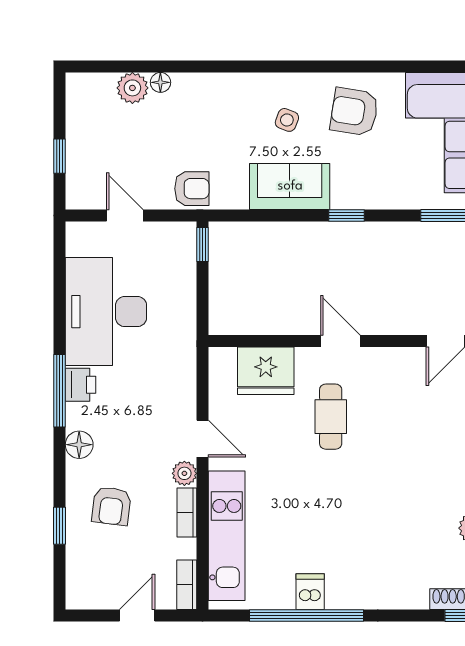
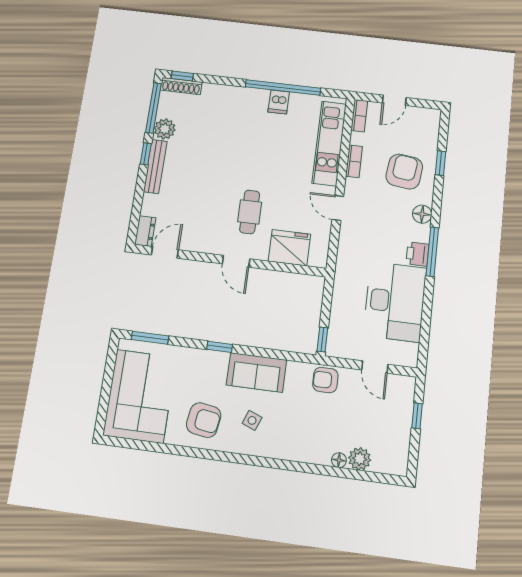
plant: (184, 473) -> (353, 187), removed
armchair: (111, 506) -> (404, 172), width x1.38, depth x1.38

